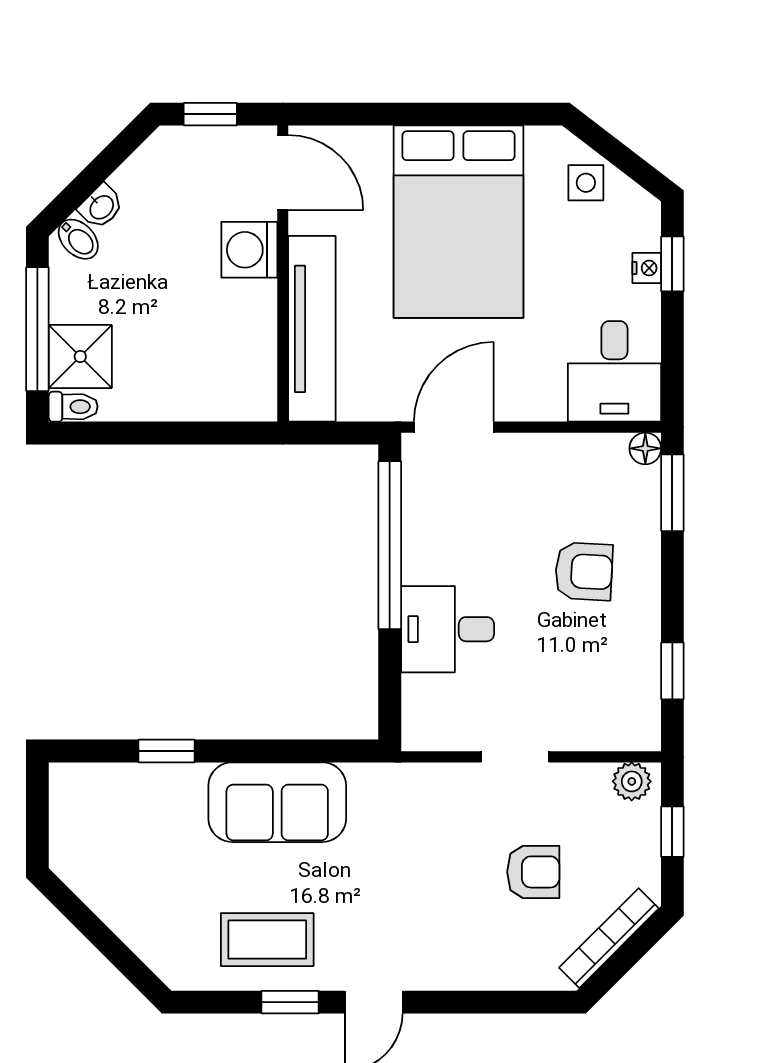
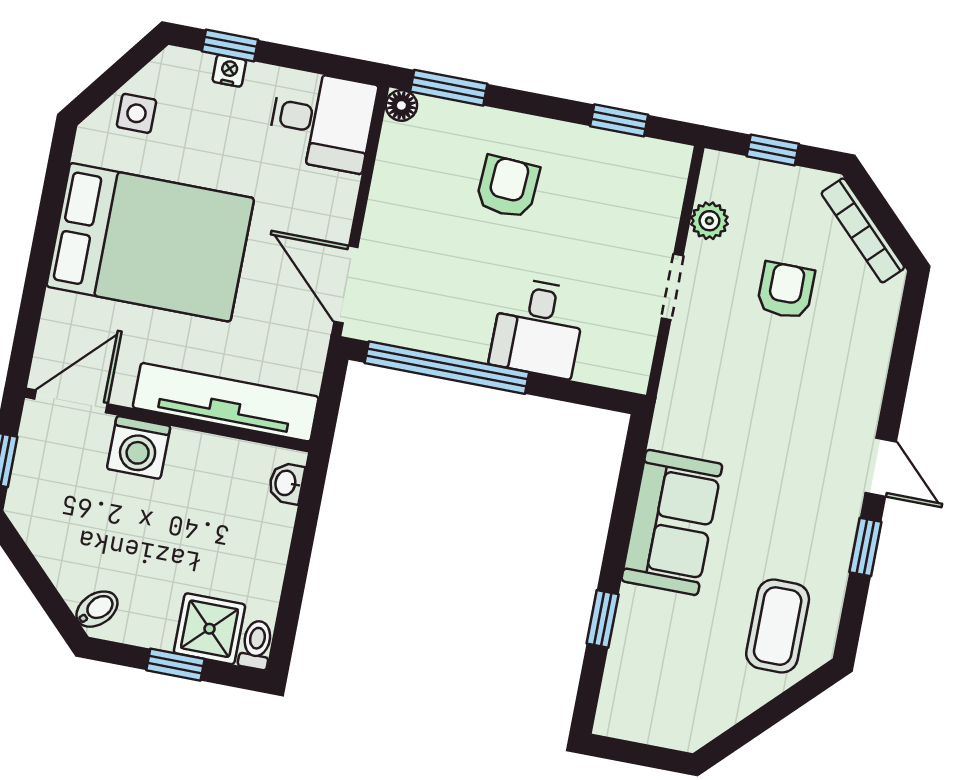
washbasin: (101, 207) -> (286, 483), moved, turned -135
window: (37, 329) -> (175, 665), width x0.46
plant: (632, 781) -> (709, 221), moved
coffee table: (267, 940) -> (778, 626), moved

